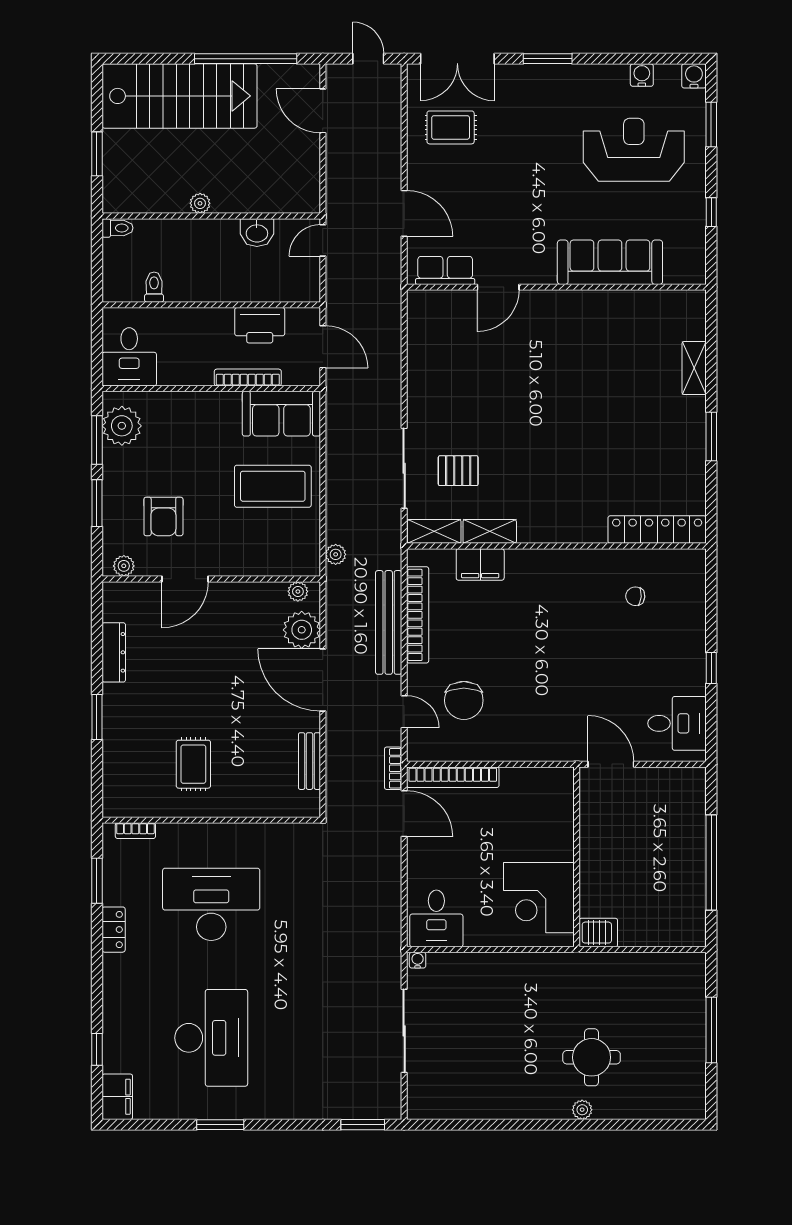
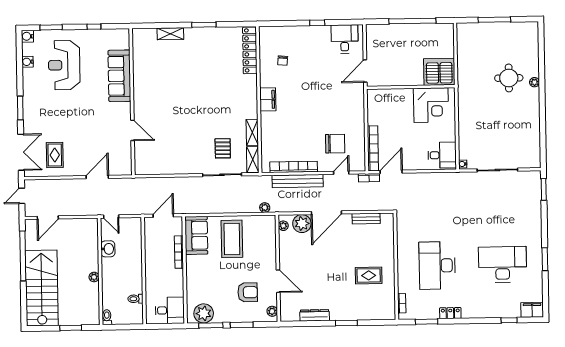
row of seats: (445, 270) -> (125, 156), removed
printer: (260, 325) -> (153, 247), removed
filing cabinet: (480, 564) -> (268, 99), moved
server rack: (598, 933) -> (439, 72), width x2.18, depth x1.44

